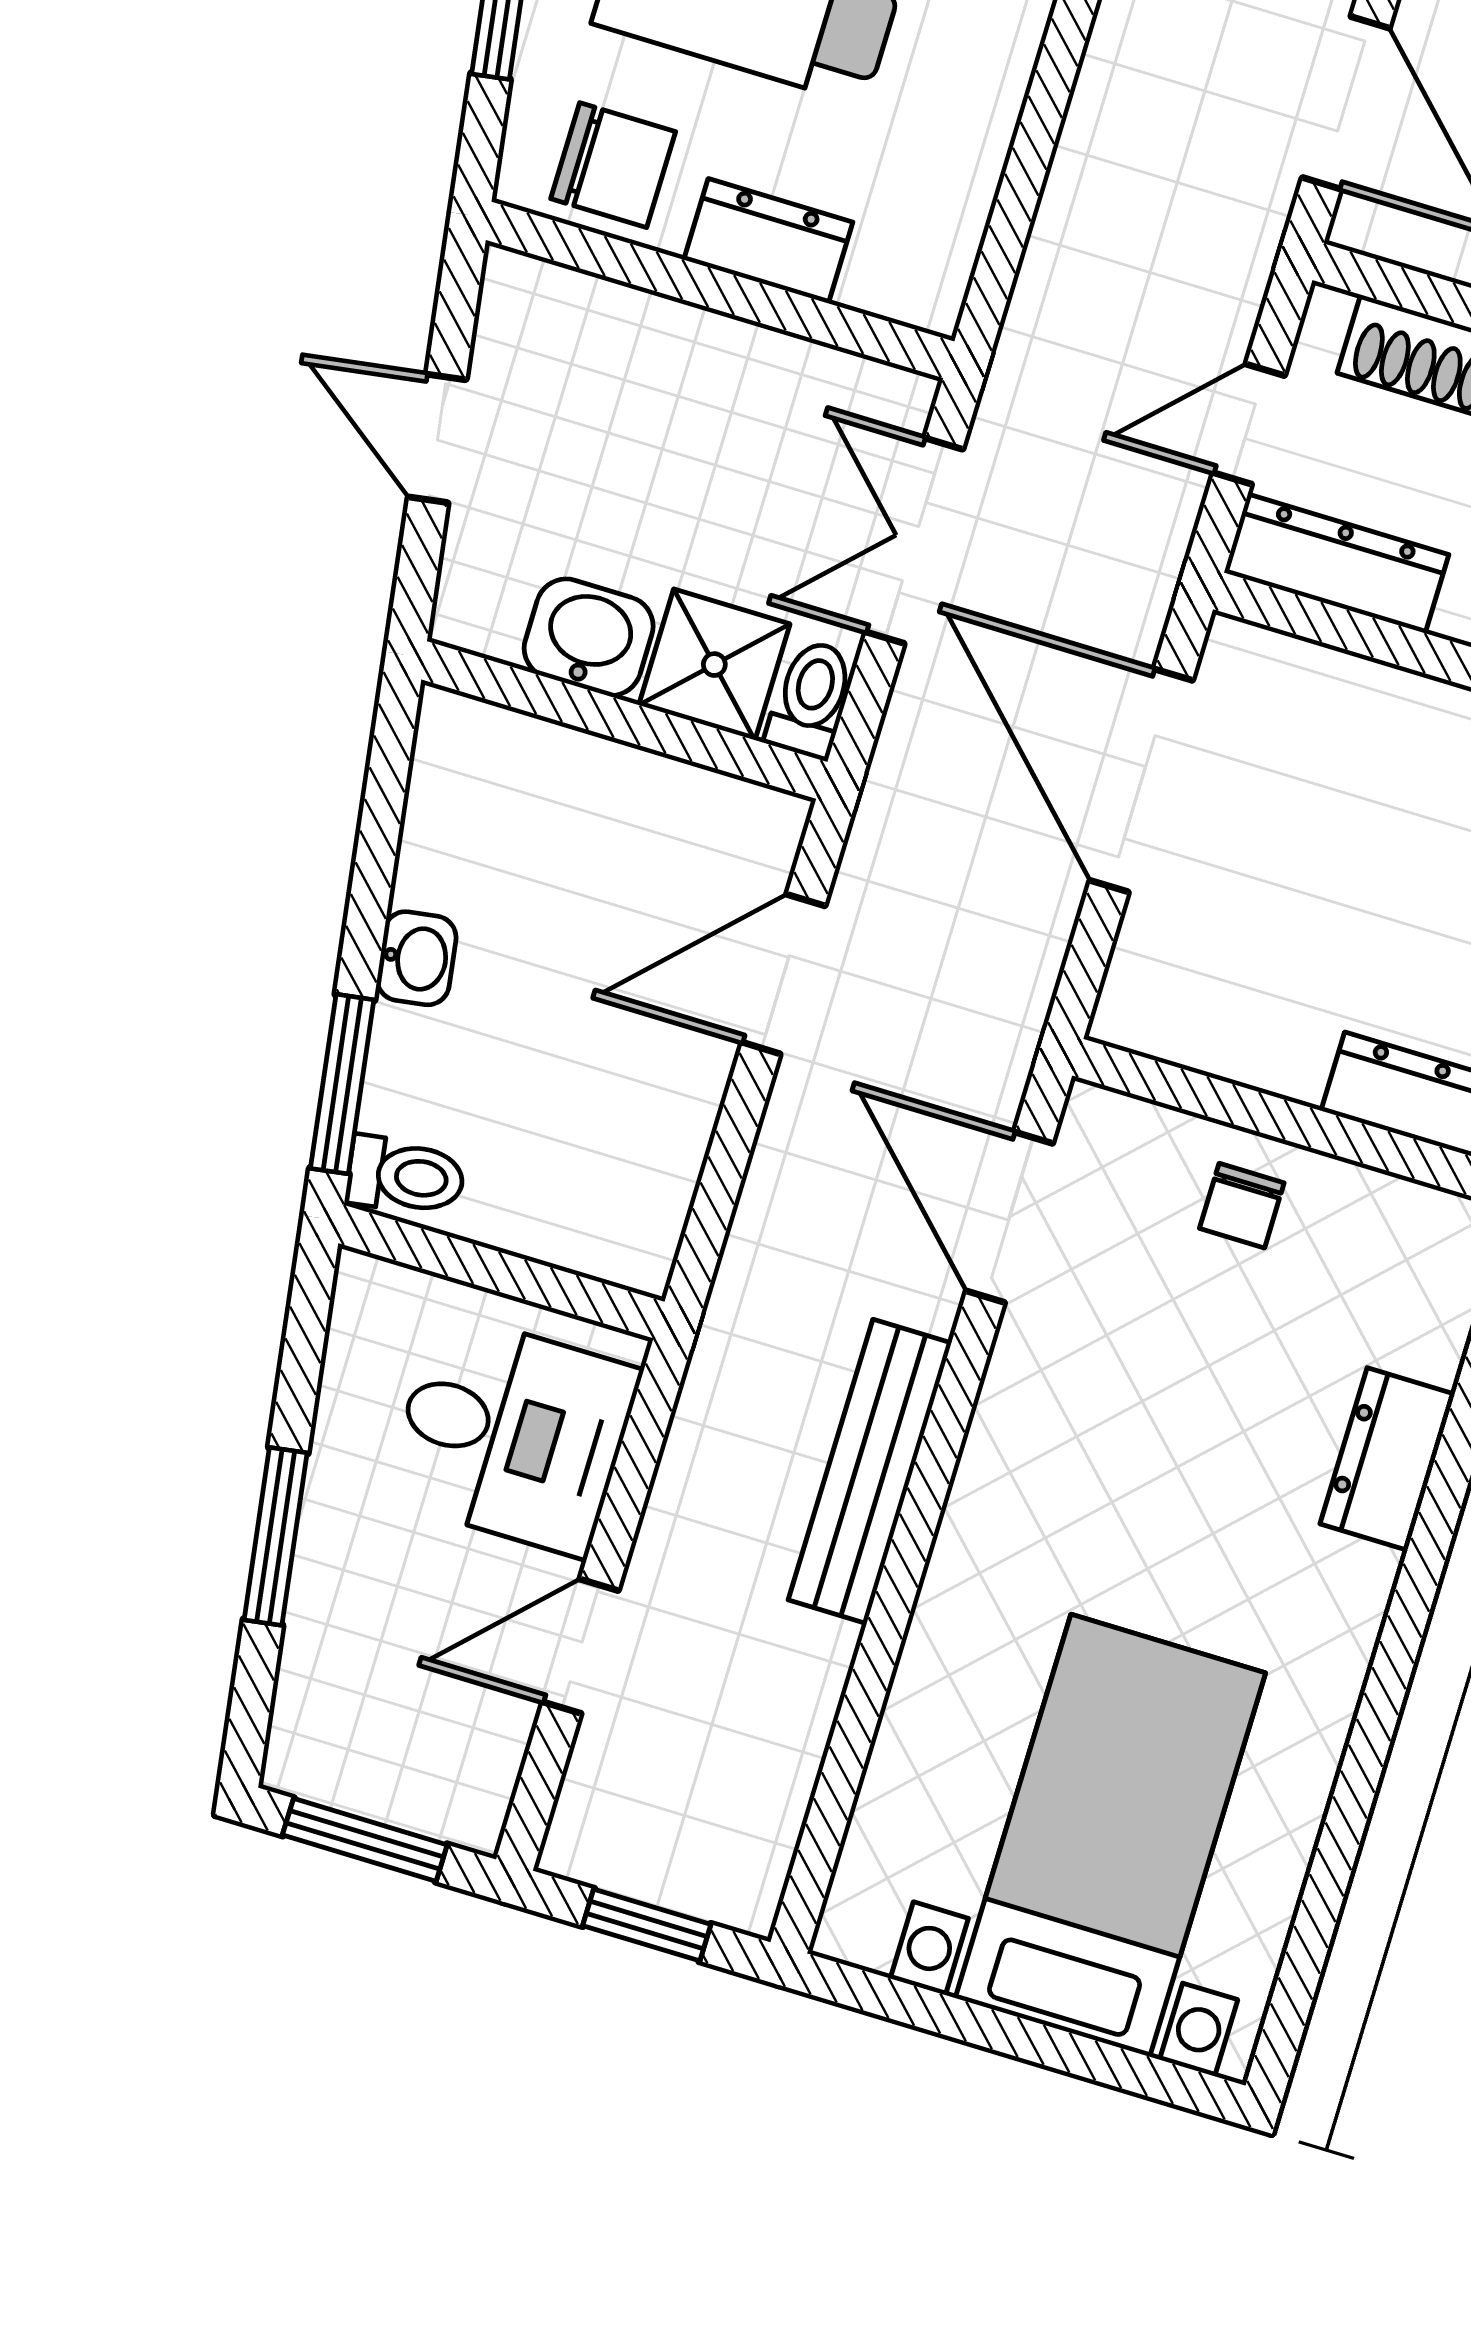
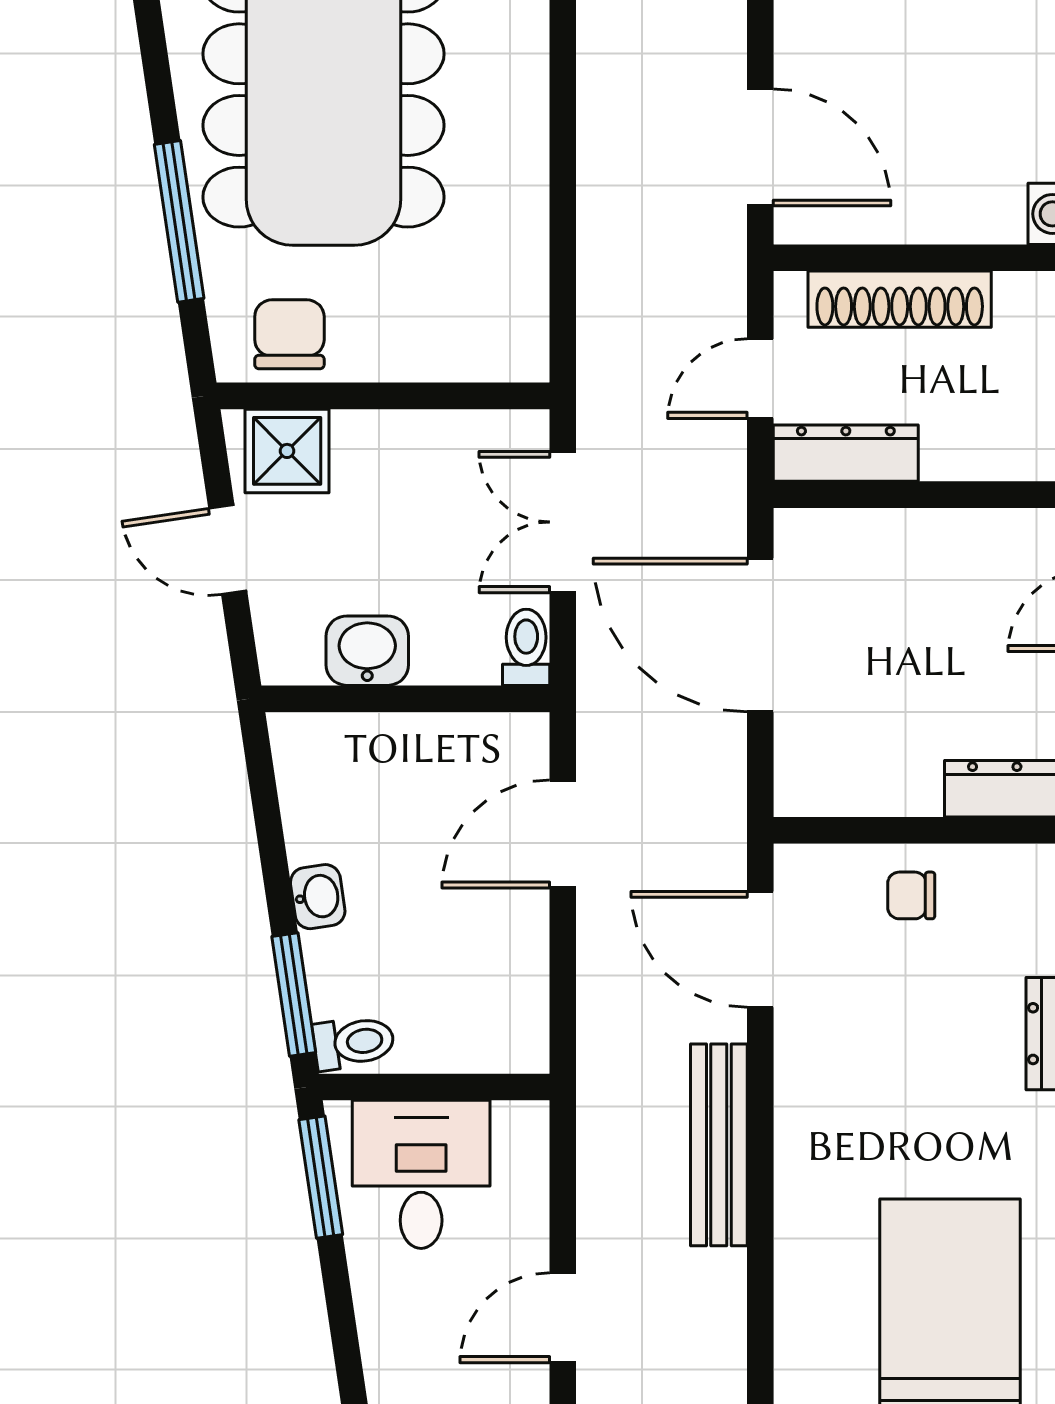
chair: (613, 165) -> (289, 334), turned -90
dresser: (768, 241) -> (407, 353), removed
shower: (714, 665) -> (287, 451), moved
chair: (1242, 1206) -> (911, 895), turned 90
desk: (512, 1434) -> (421, 1174), moved, turned -90
window: (276, 1536) -> (321, 1177), moved

